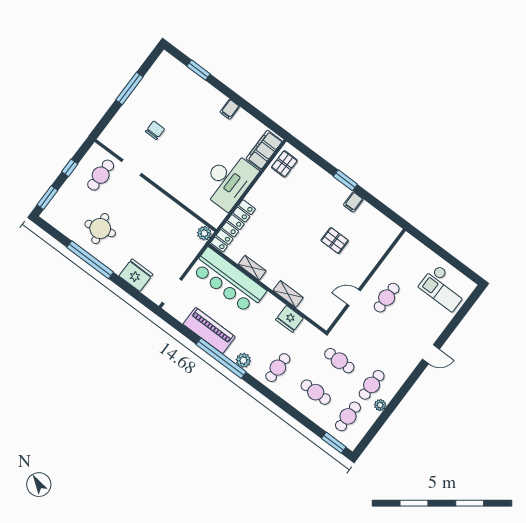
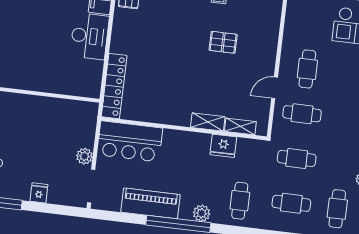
desk: (228, 180) -> (90, 36), width x0.73, depth x0.77
plant: (204, 233) -> (84, 156), moved
shelving: (252, 268) -> (240, 126), moved
fridge: (136, 275) -> (39, 193), width x0.53, depth x0.75
bar counter: (228, 281) -> (130, 141), width x0.73
cafe table: (372, 385) -> (302, 114), moved, turned 90

